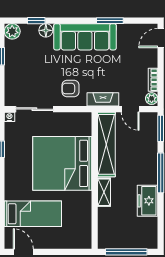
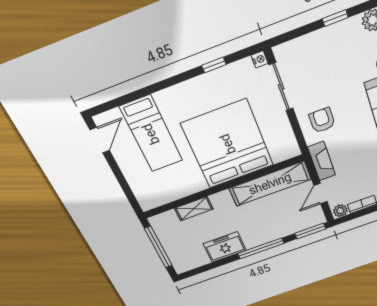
shelving: (104, 192) -> (194, 209), moved

